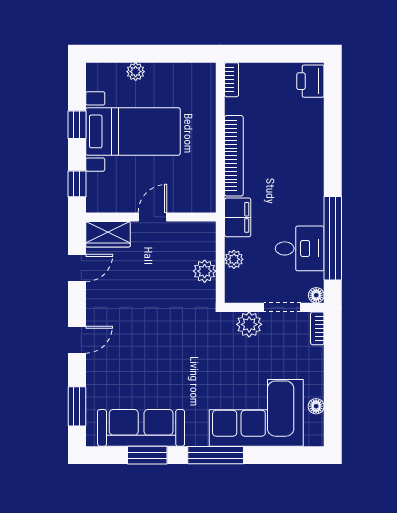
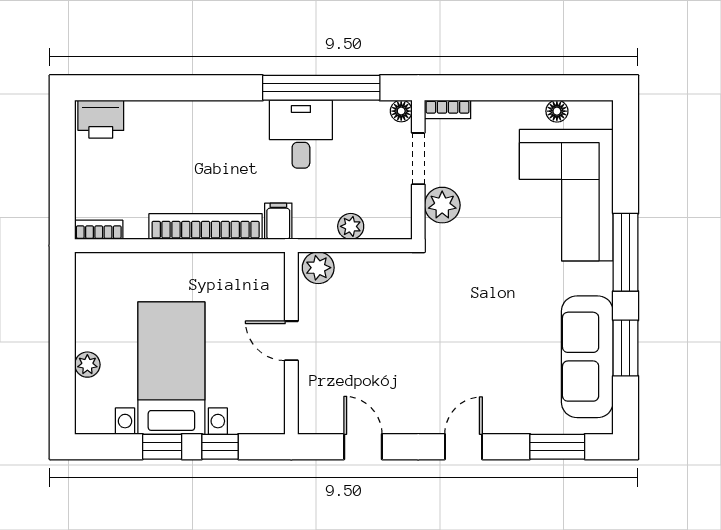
window: (77, 184) -> (220, 447), moved
filing cabinet: (238, 217) -> (278, 221), width x0.50
wardrobe: (108, 234) -> (316, 403), removed
desk: (300, 248) -> (301, 134), moved
plant: (205, 271) -> (318, 268), moved
door: (77, 340) -> (464, 447), hinge flipped

